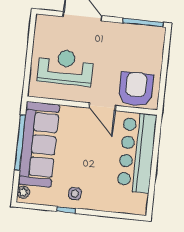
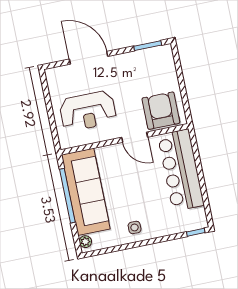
window: (143, 23) -> (148, 46), width x0.69
reception desk: (65, 67) -> (88, 111), turned 180
window: (66, 210) -> (196, 232), moved

